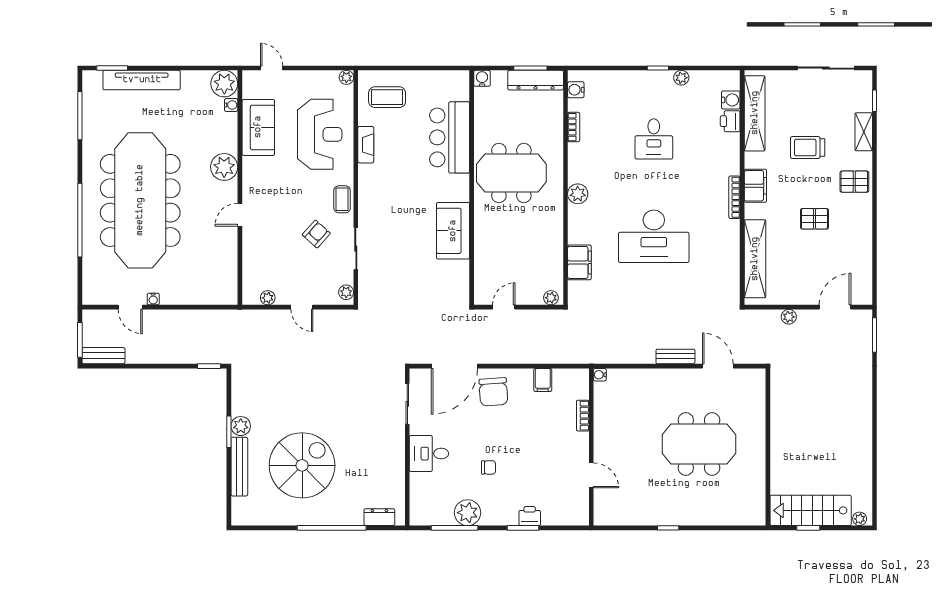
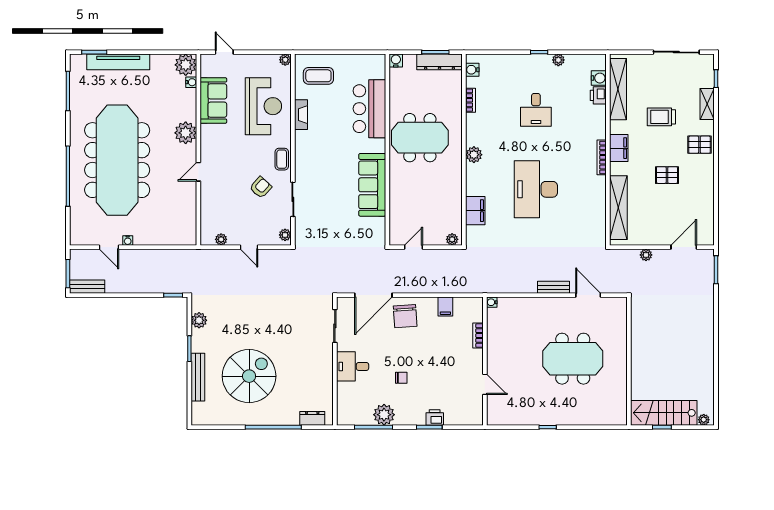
sofa: (453, 231) -> (372, 185), width x1.36
desk: (654, 236) -> (536, 189), turned 90
plant: (241, 426) -> (199, 320), moved

